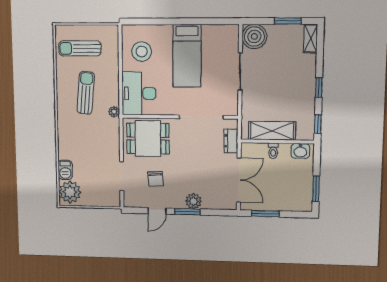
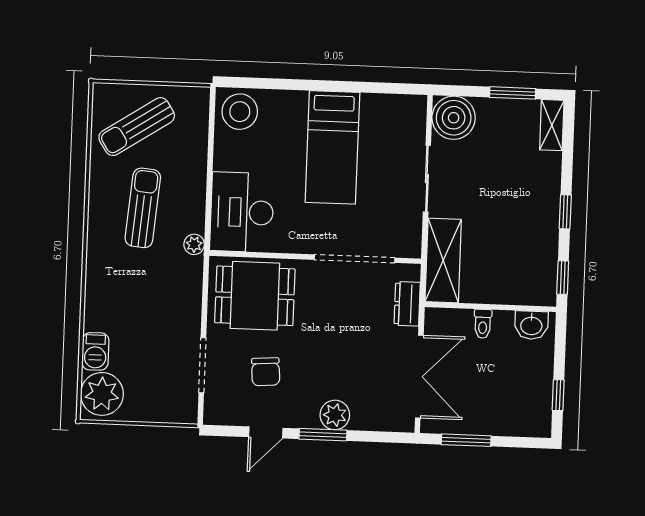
sun lounger: (80, 48) -> (137, 127), turned -33
stool: (142, 52) -> (240, 112), moved
shelving: (272, 131) -> (443, 261), moved, turned 90
window: (316, 189) -> (558, 395), width x0.67

